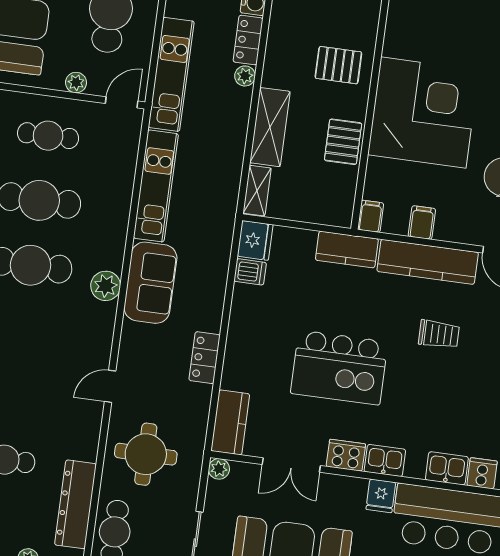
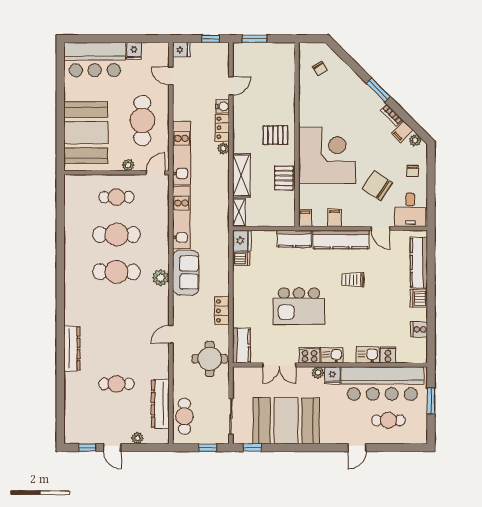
trolley: (439, 334) -> (353, 280), turned 180
round table: (146, 454) -> (210, 359), moved
plant: (219, 469) -> (318, 373), moved

